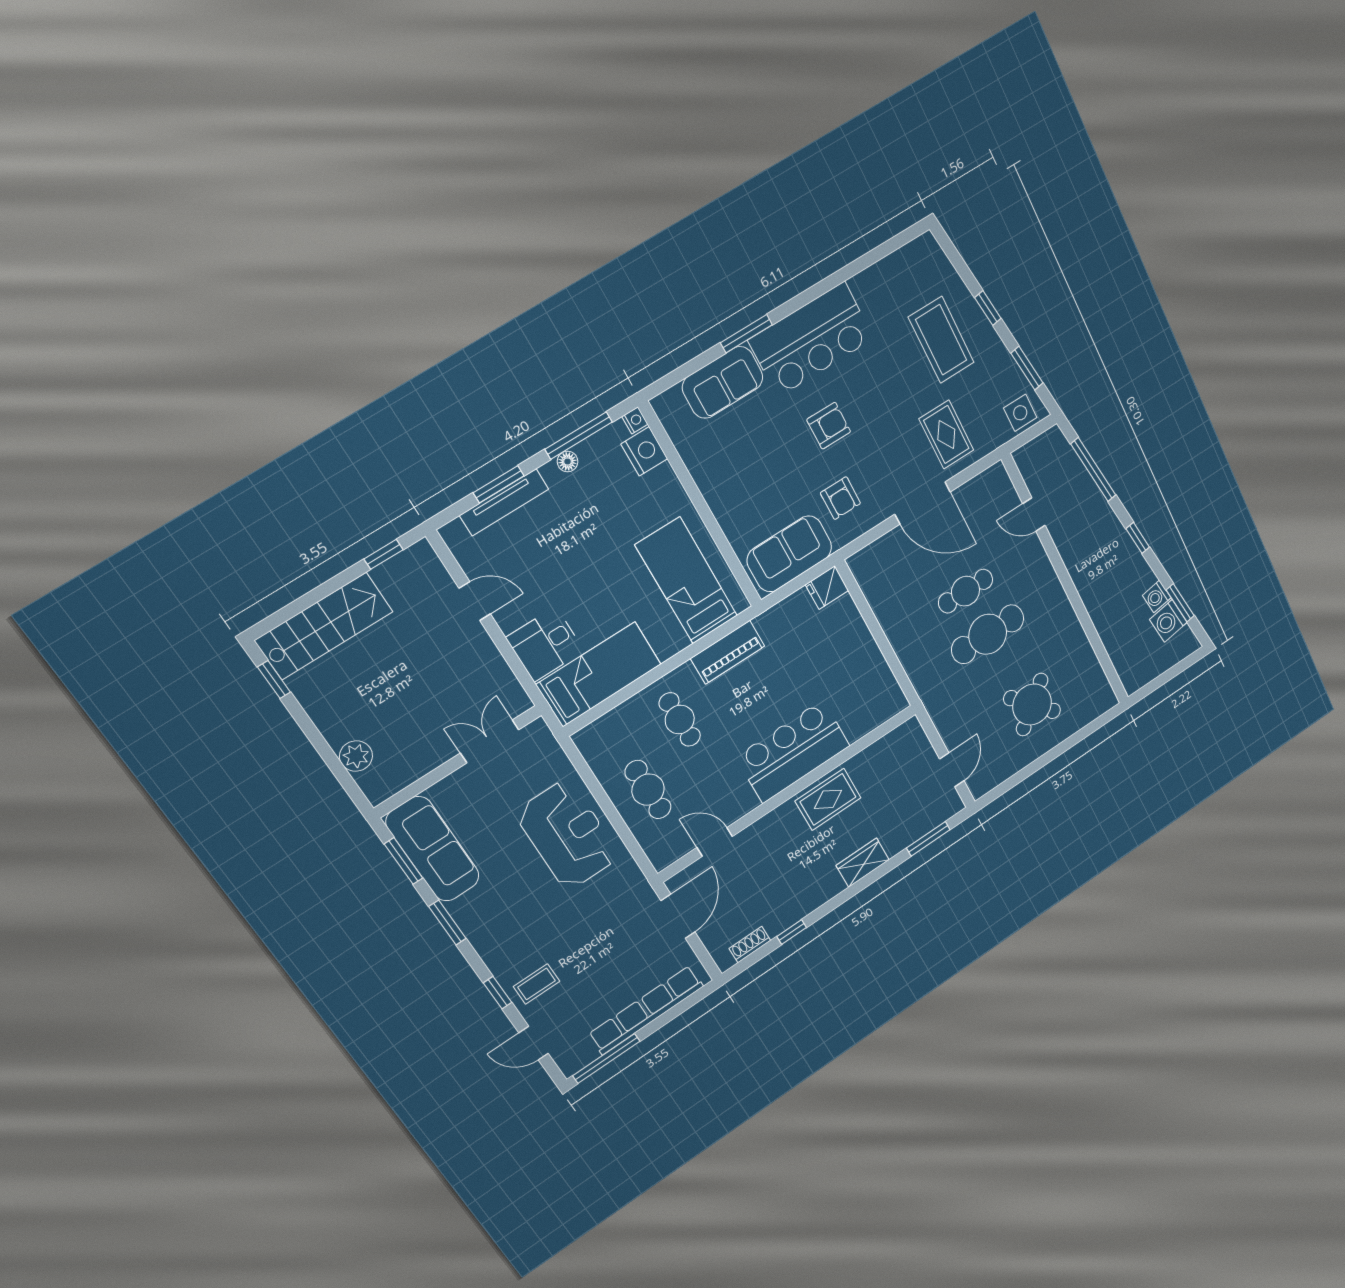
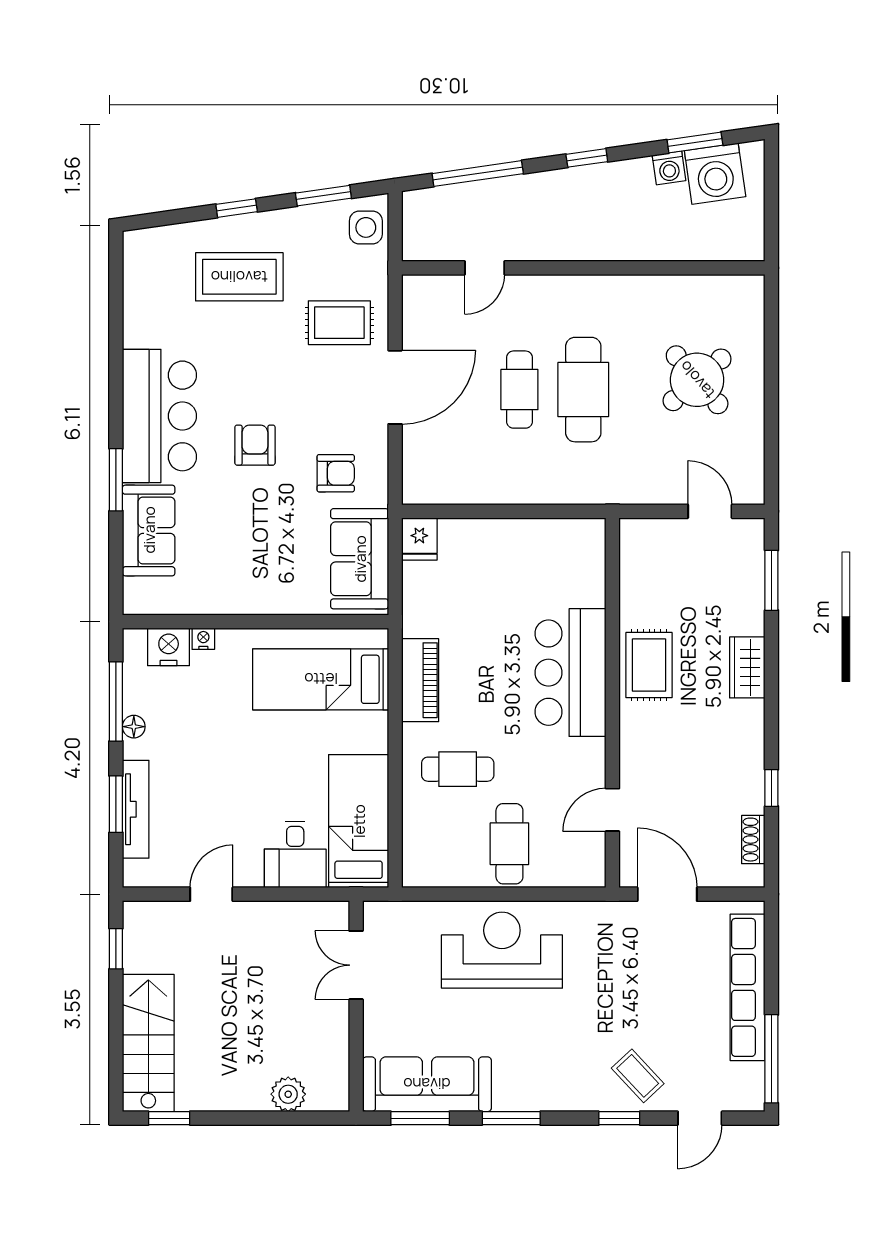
nightstand: (635, 420) -> (203, 639), moved
washing machine: (1168, 621) -> (715, 174), width x1.37, depth x1.37
cafe table: (648, 790) -> (509, 844), turned 90
coffee table: (537, 984) -> (638, 1076), turned -43

